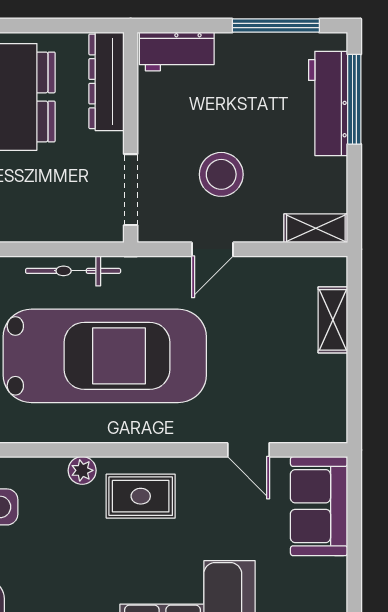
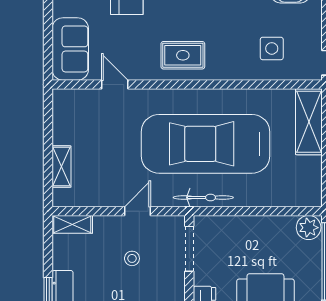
stool: (221, 174) -> (132, 258), width x0.53, depth x0.53
bicycle: (73, 271) -> (203, 197), moved
plant: (82, 470) -> (220, 71), removed

